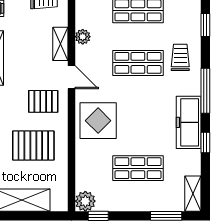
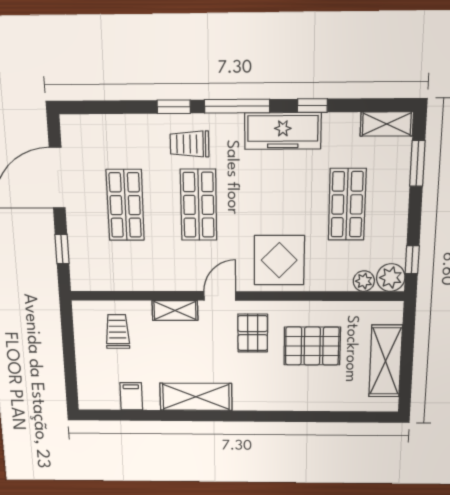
window: (205, 25) -> (174, 107), moved
plant: (83, 37) -> (364, 281), moved
pallet: (33, 146) -> (312, 346), turned 90

